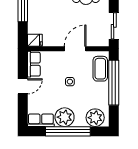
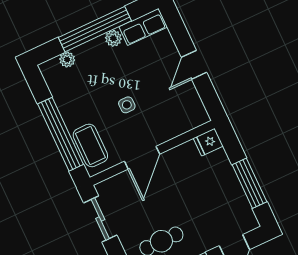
row of seats: (34, 64) -> (193, 106), removed
plant: (65, 117) -> (113, 38), width x0.53, depth x0.53
plant: (95, 118) -> (67, 60), width x0.53, depth x0.53

